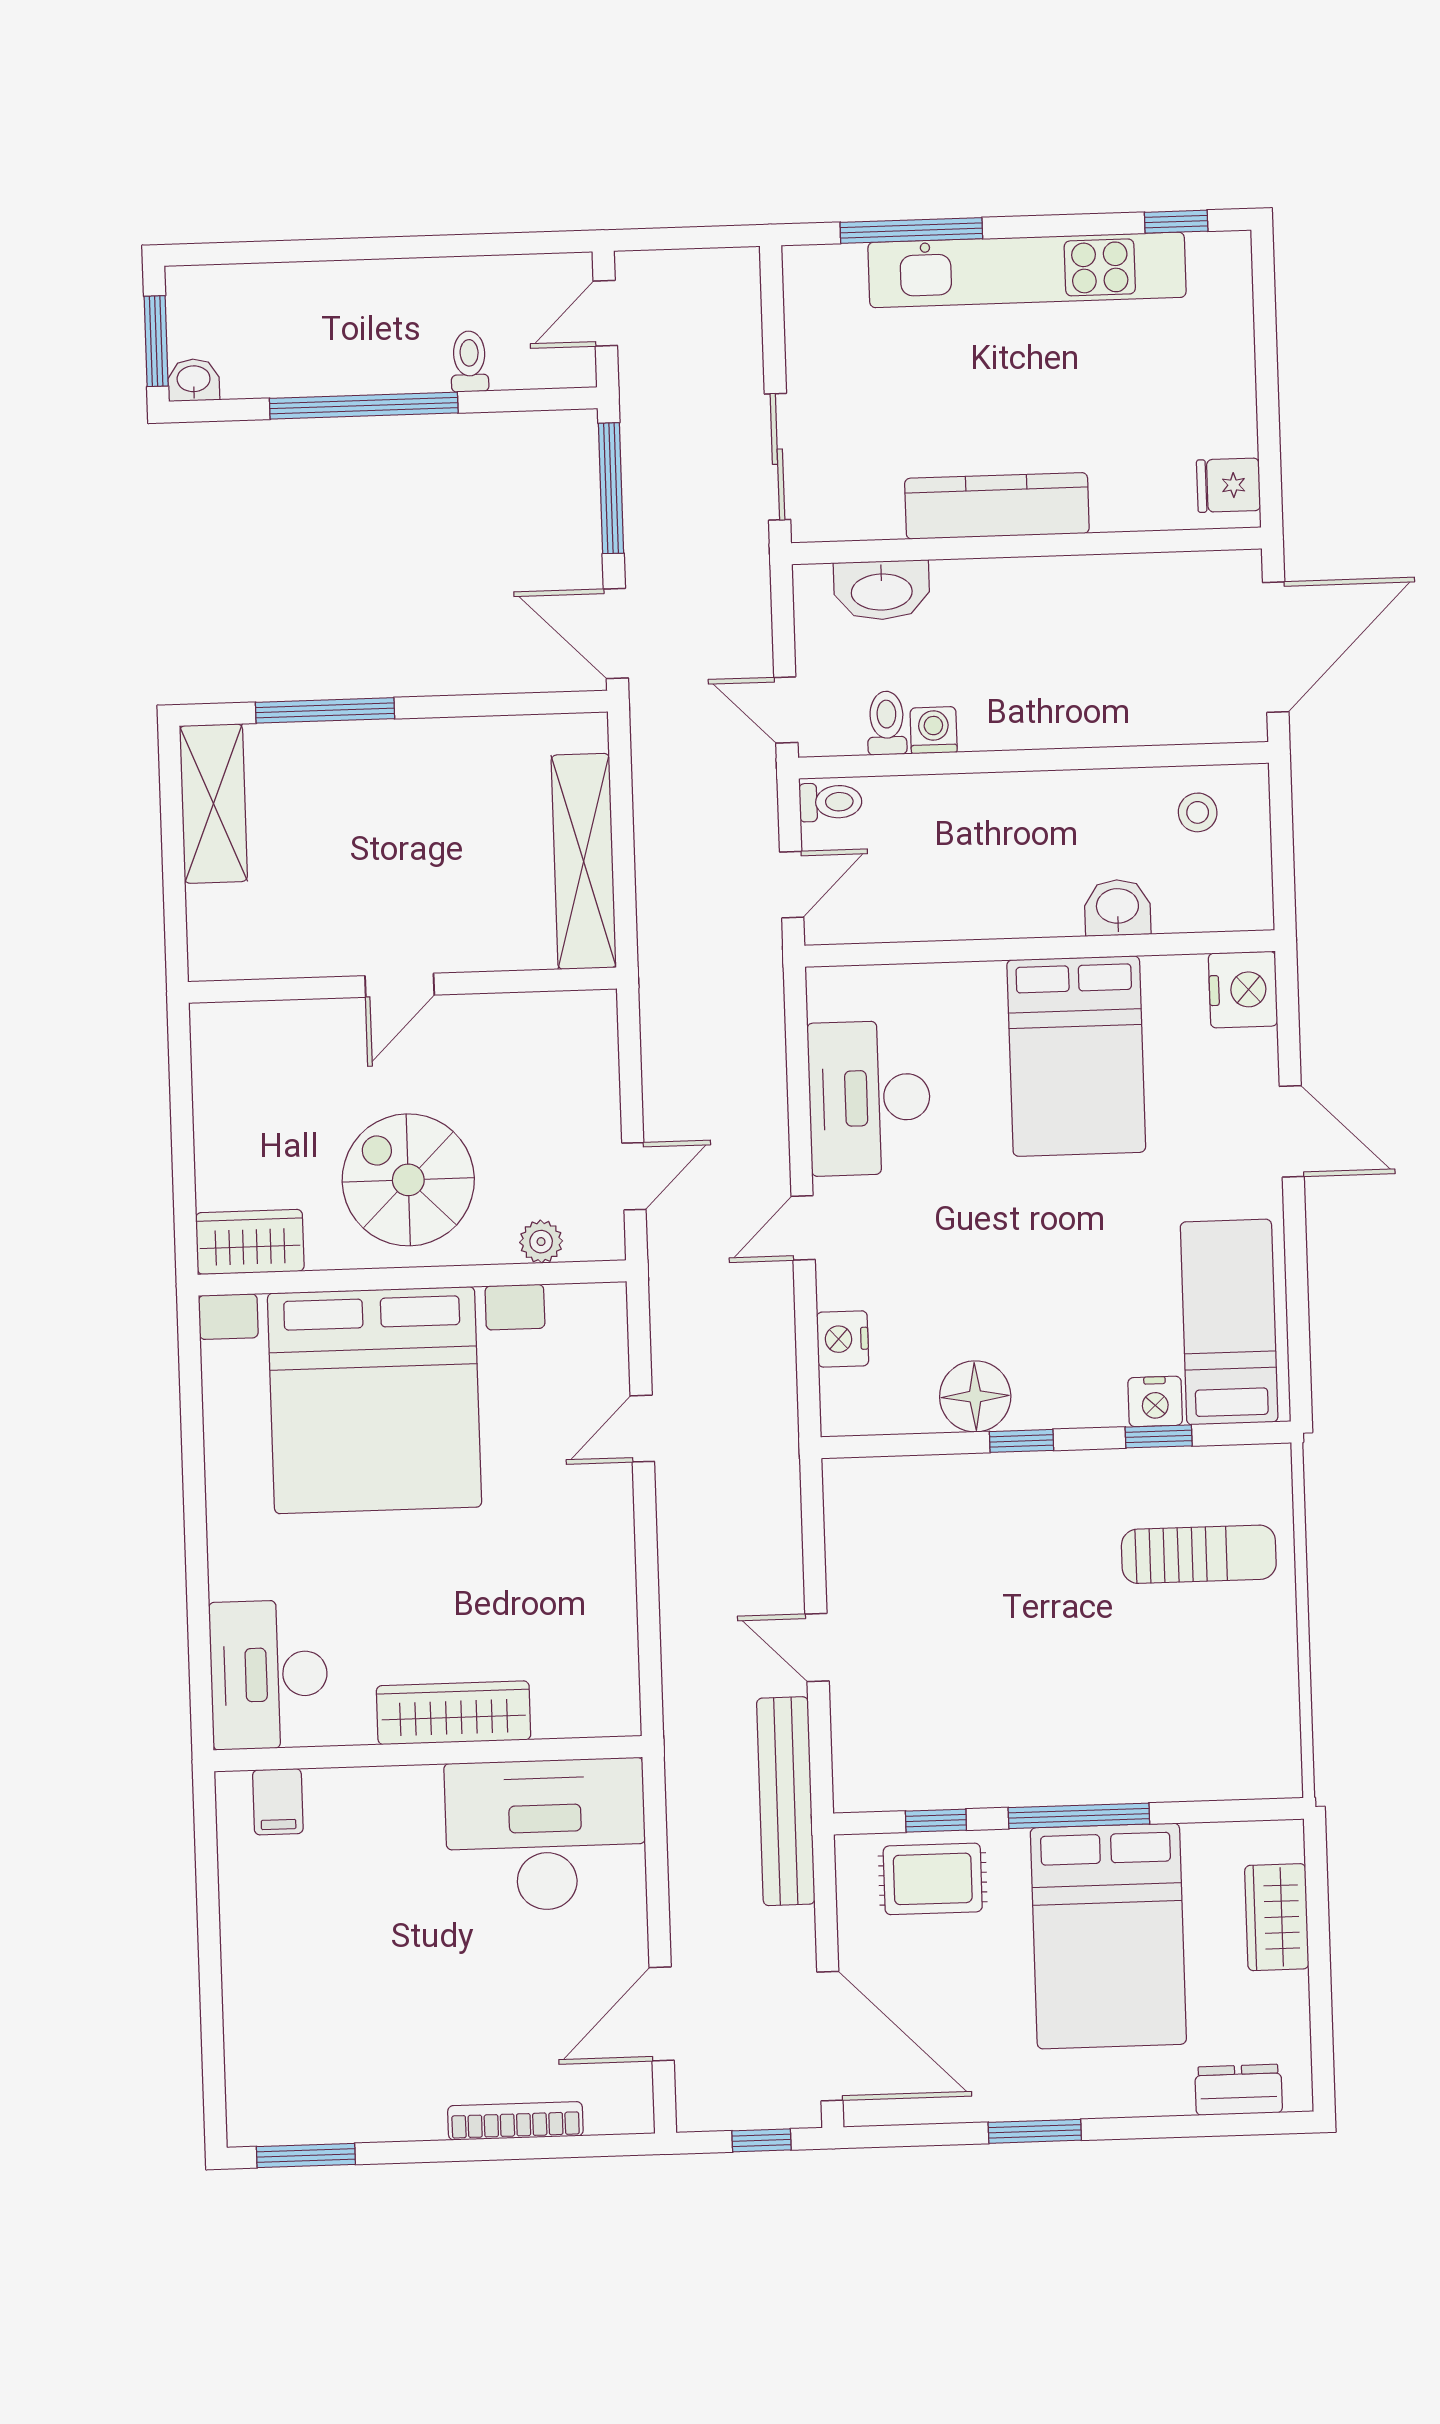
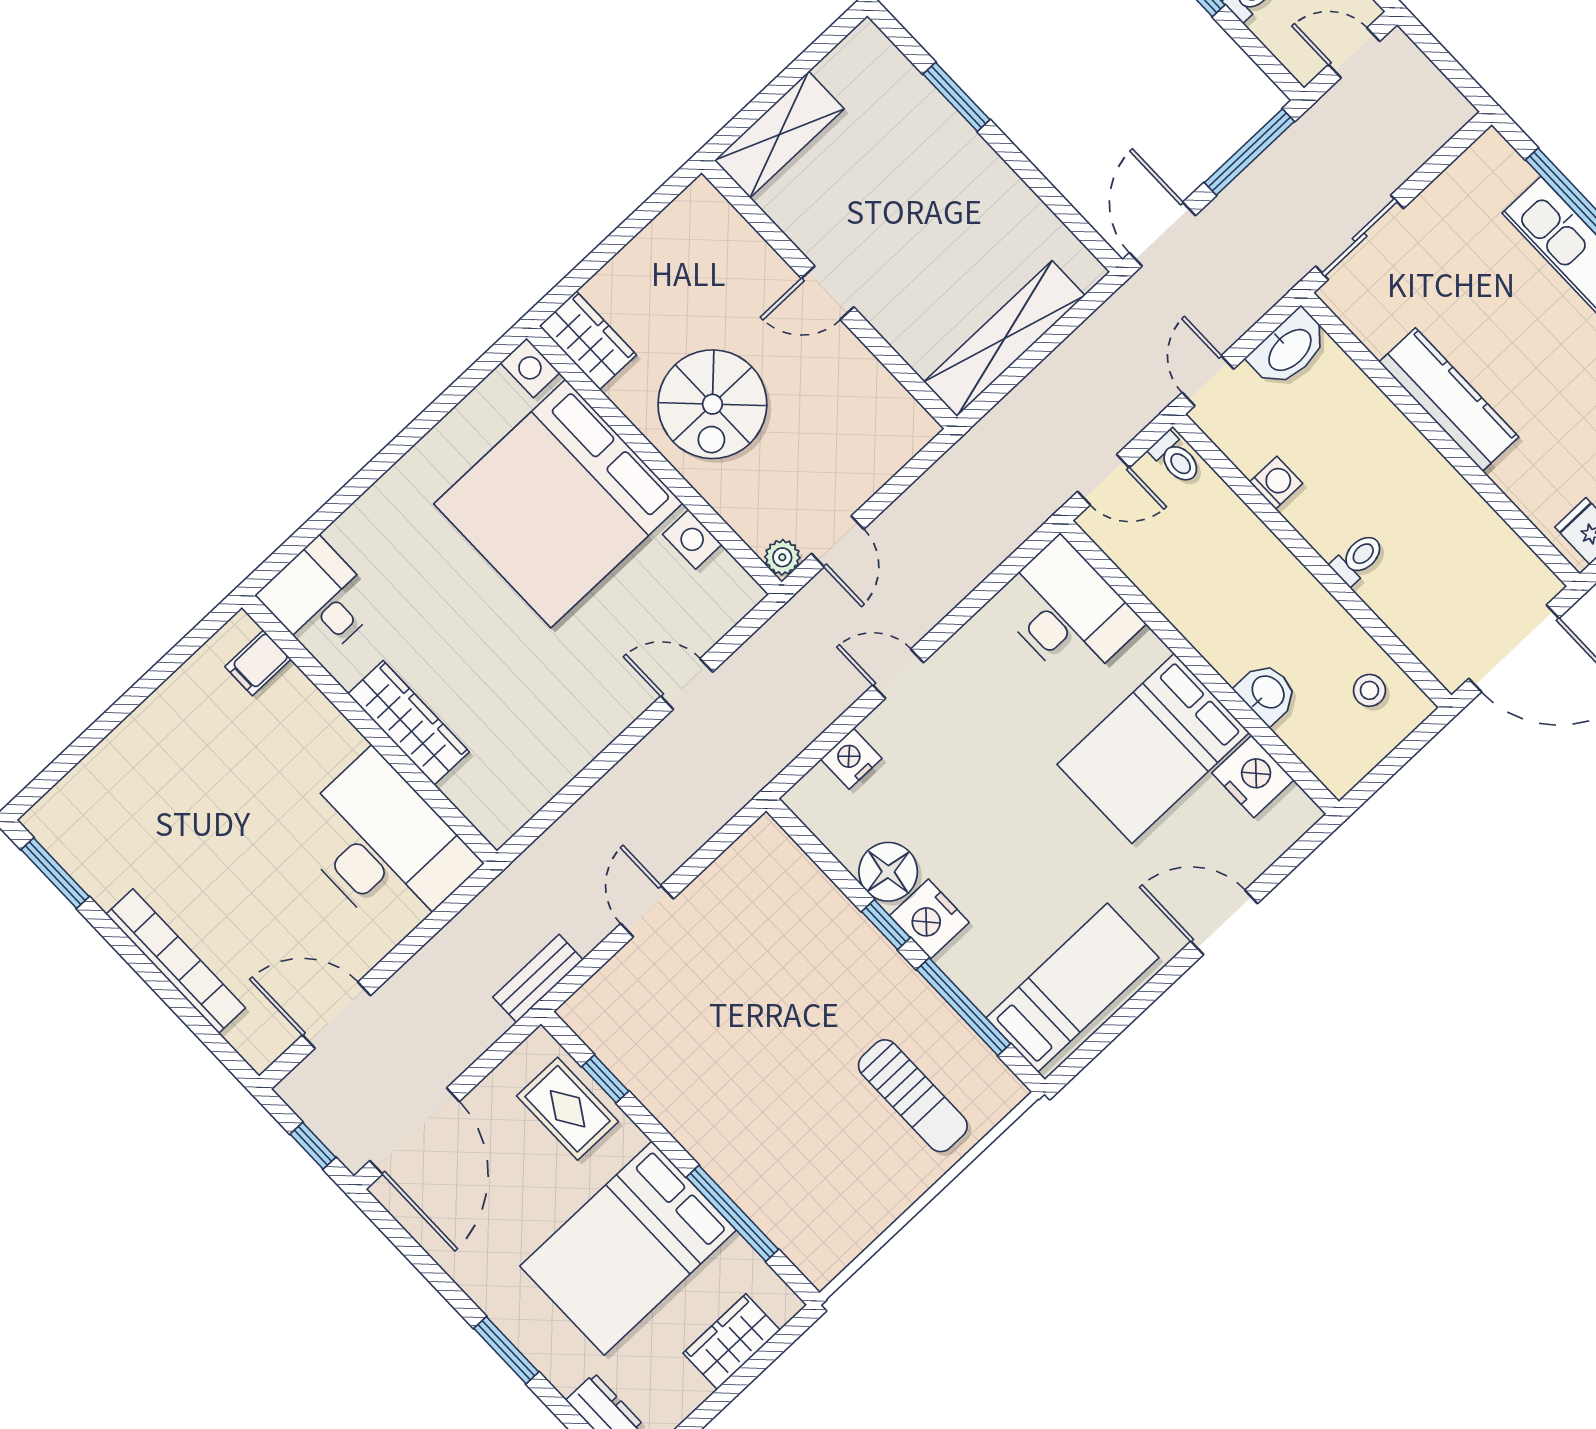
washbasin: (882, 590) -> (1289, 349), moved, turned -90
window: (325, 710) -> (956, 97), width x0.69
toilet: (887, 723) -> (1358, 559), moved
shelving: (213, 804) -> (779, 135), moved
nightstand: (1243, 990) -> (1253, 776), moved, turned -90
desk: (869, 1098) -> (1067, 612), moved, turned 90
door: (1292, 1131) -> (1224, 922), swing flipped
door: (634, 1176) -> (838, 541), hinge flipped
spiral stairs: (408, 1180) -> (712, 404), turned 180
plant: (541, 1242) -> (782, 557), moved
nightstand: (1155, 1401) -> (929, 919), moved, width x1.36, depth x1.33
window: (1159, 1436) -> (964, 1007), width x2.17
desk: (269, 1675) -> (319, 599), width x0.73
bench: (786, 1801) -> (538, 978), width x0.54, depth x0.82
window: (1079, 1816) -> (732, 1213), moved
bookcase: (515, 2121) -> (176, 961), width x1.48, depth x1.31
window: (1035, 2131) -> (506, 1350), moved

